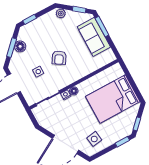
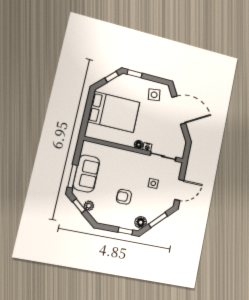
plant: (61, 13) -> (89, 206), moved
floor lamp: (20, 46) -> (141, 222), moved
armchair: (59, 58) -> (124, 197), moved, turned -122

